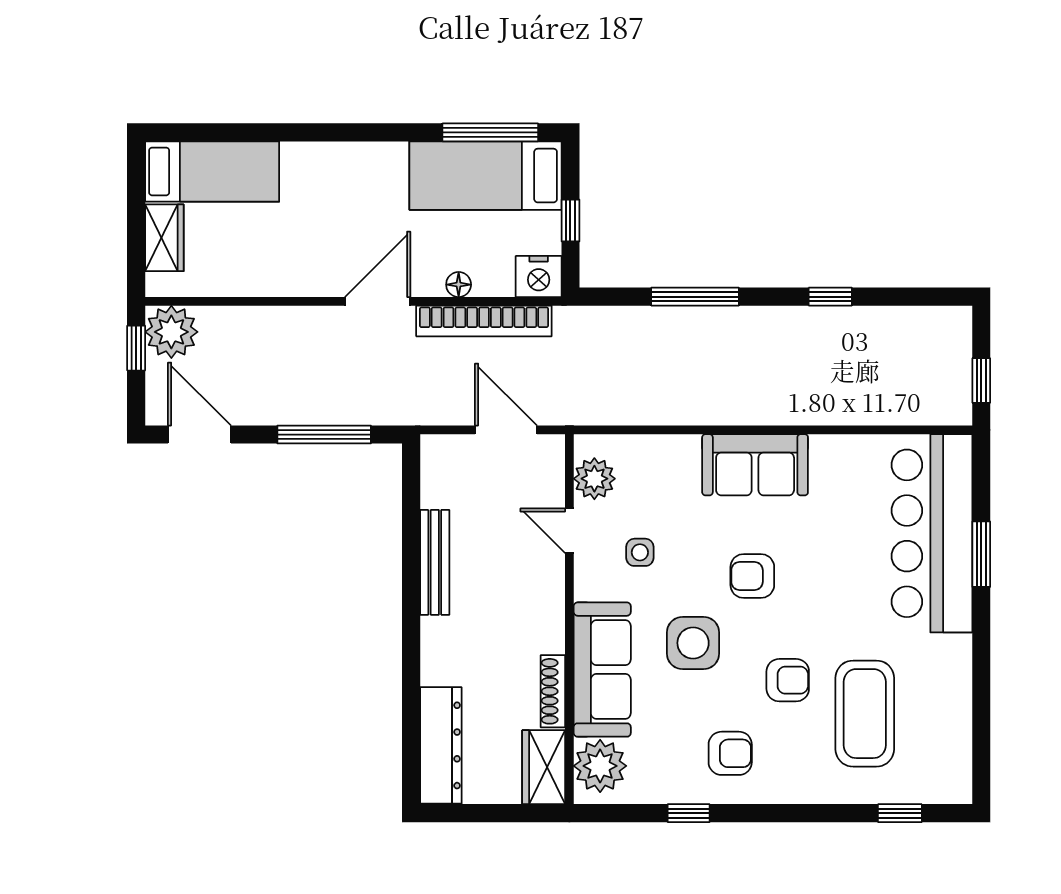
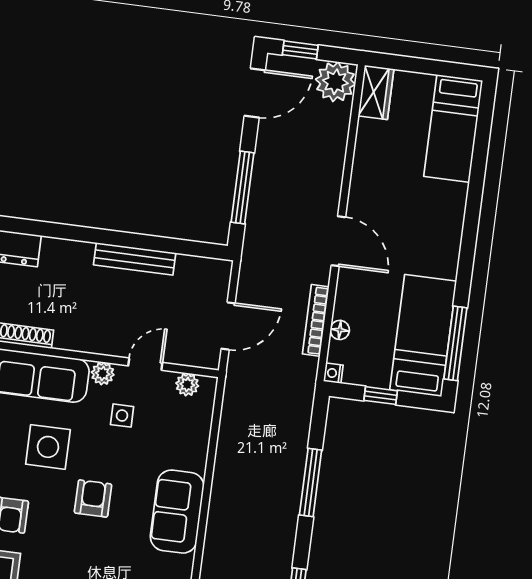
wardrobe: (164, 238) -> (376, 92), moved, turned -90
nightstand: (539, 276) -> (333, 373), width x0.53, depth x0.56
floor lamp: (459, 285) -> (340, 330), moved
bookcase: (484, 321) -> (316, 320), width x0.68, depth x0.76
window: (136, 348) -> (300, 50), moved
plant: (594, 479) -> (187, 385), width x0.73, depth x0.73
plant: (589, 584) -> (103, 373), added

